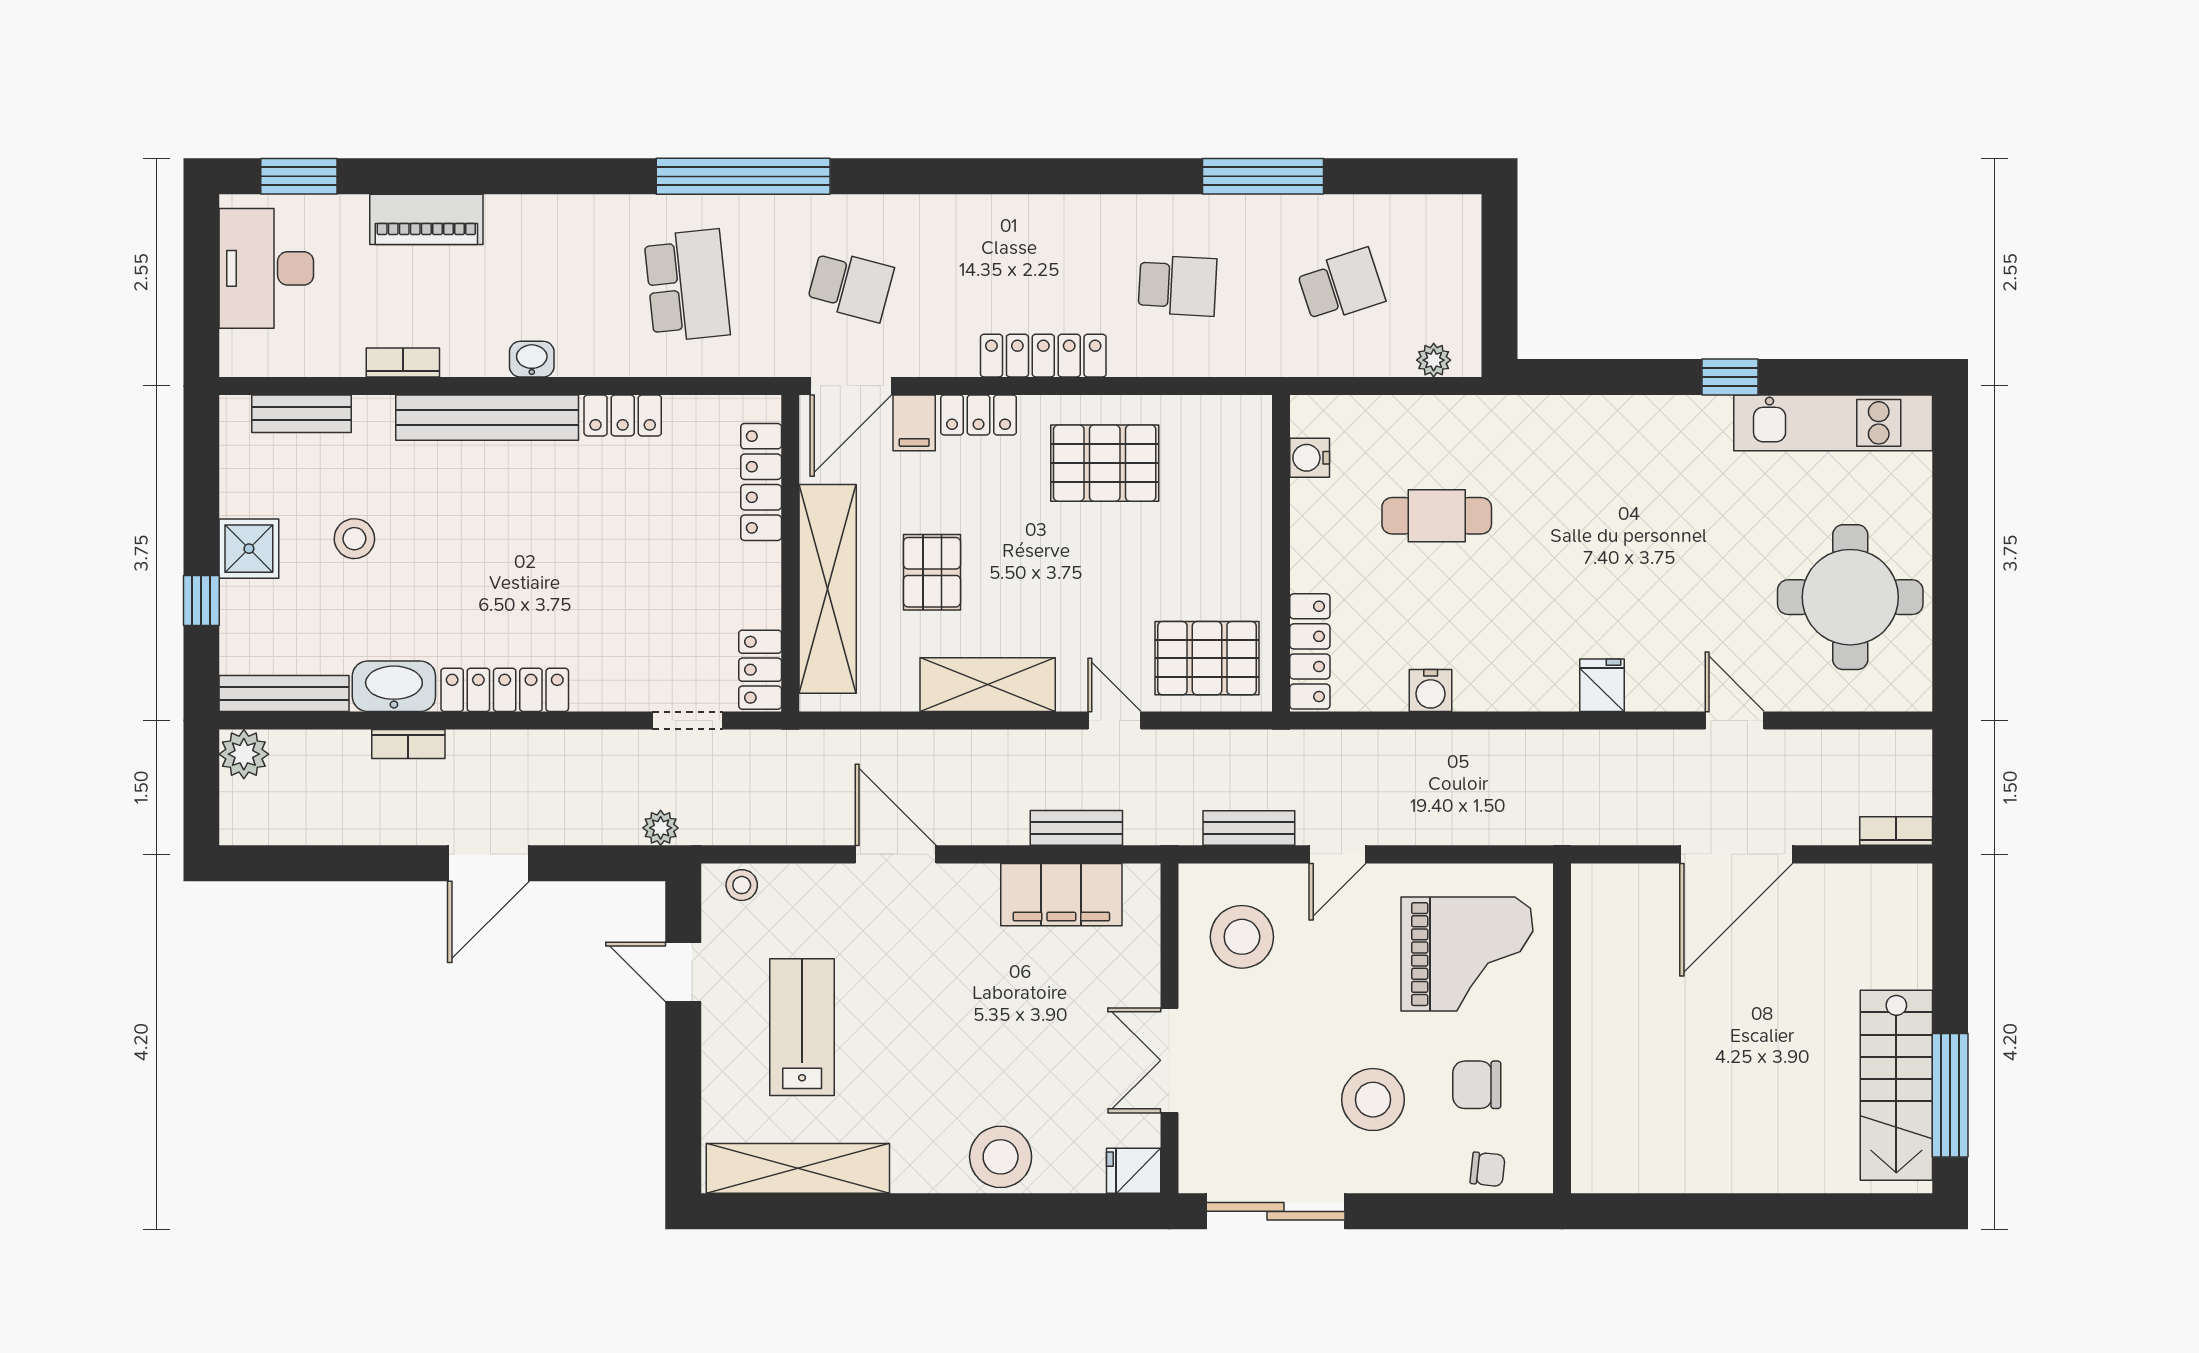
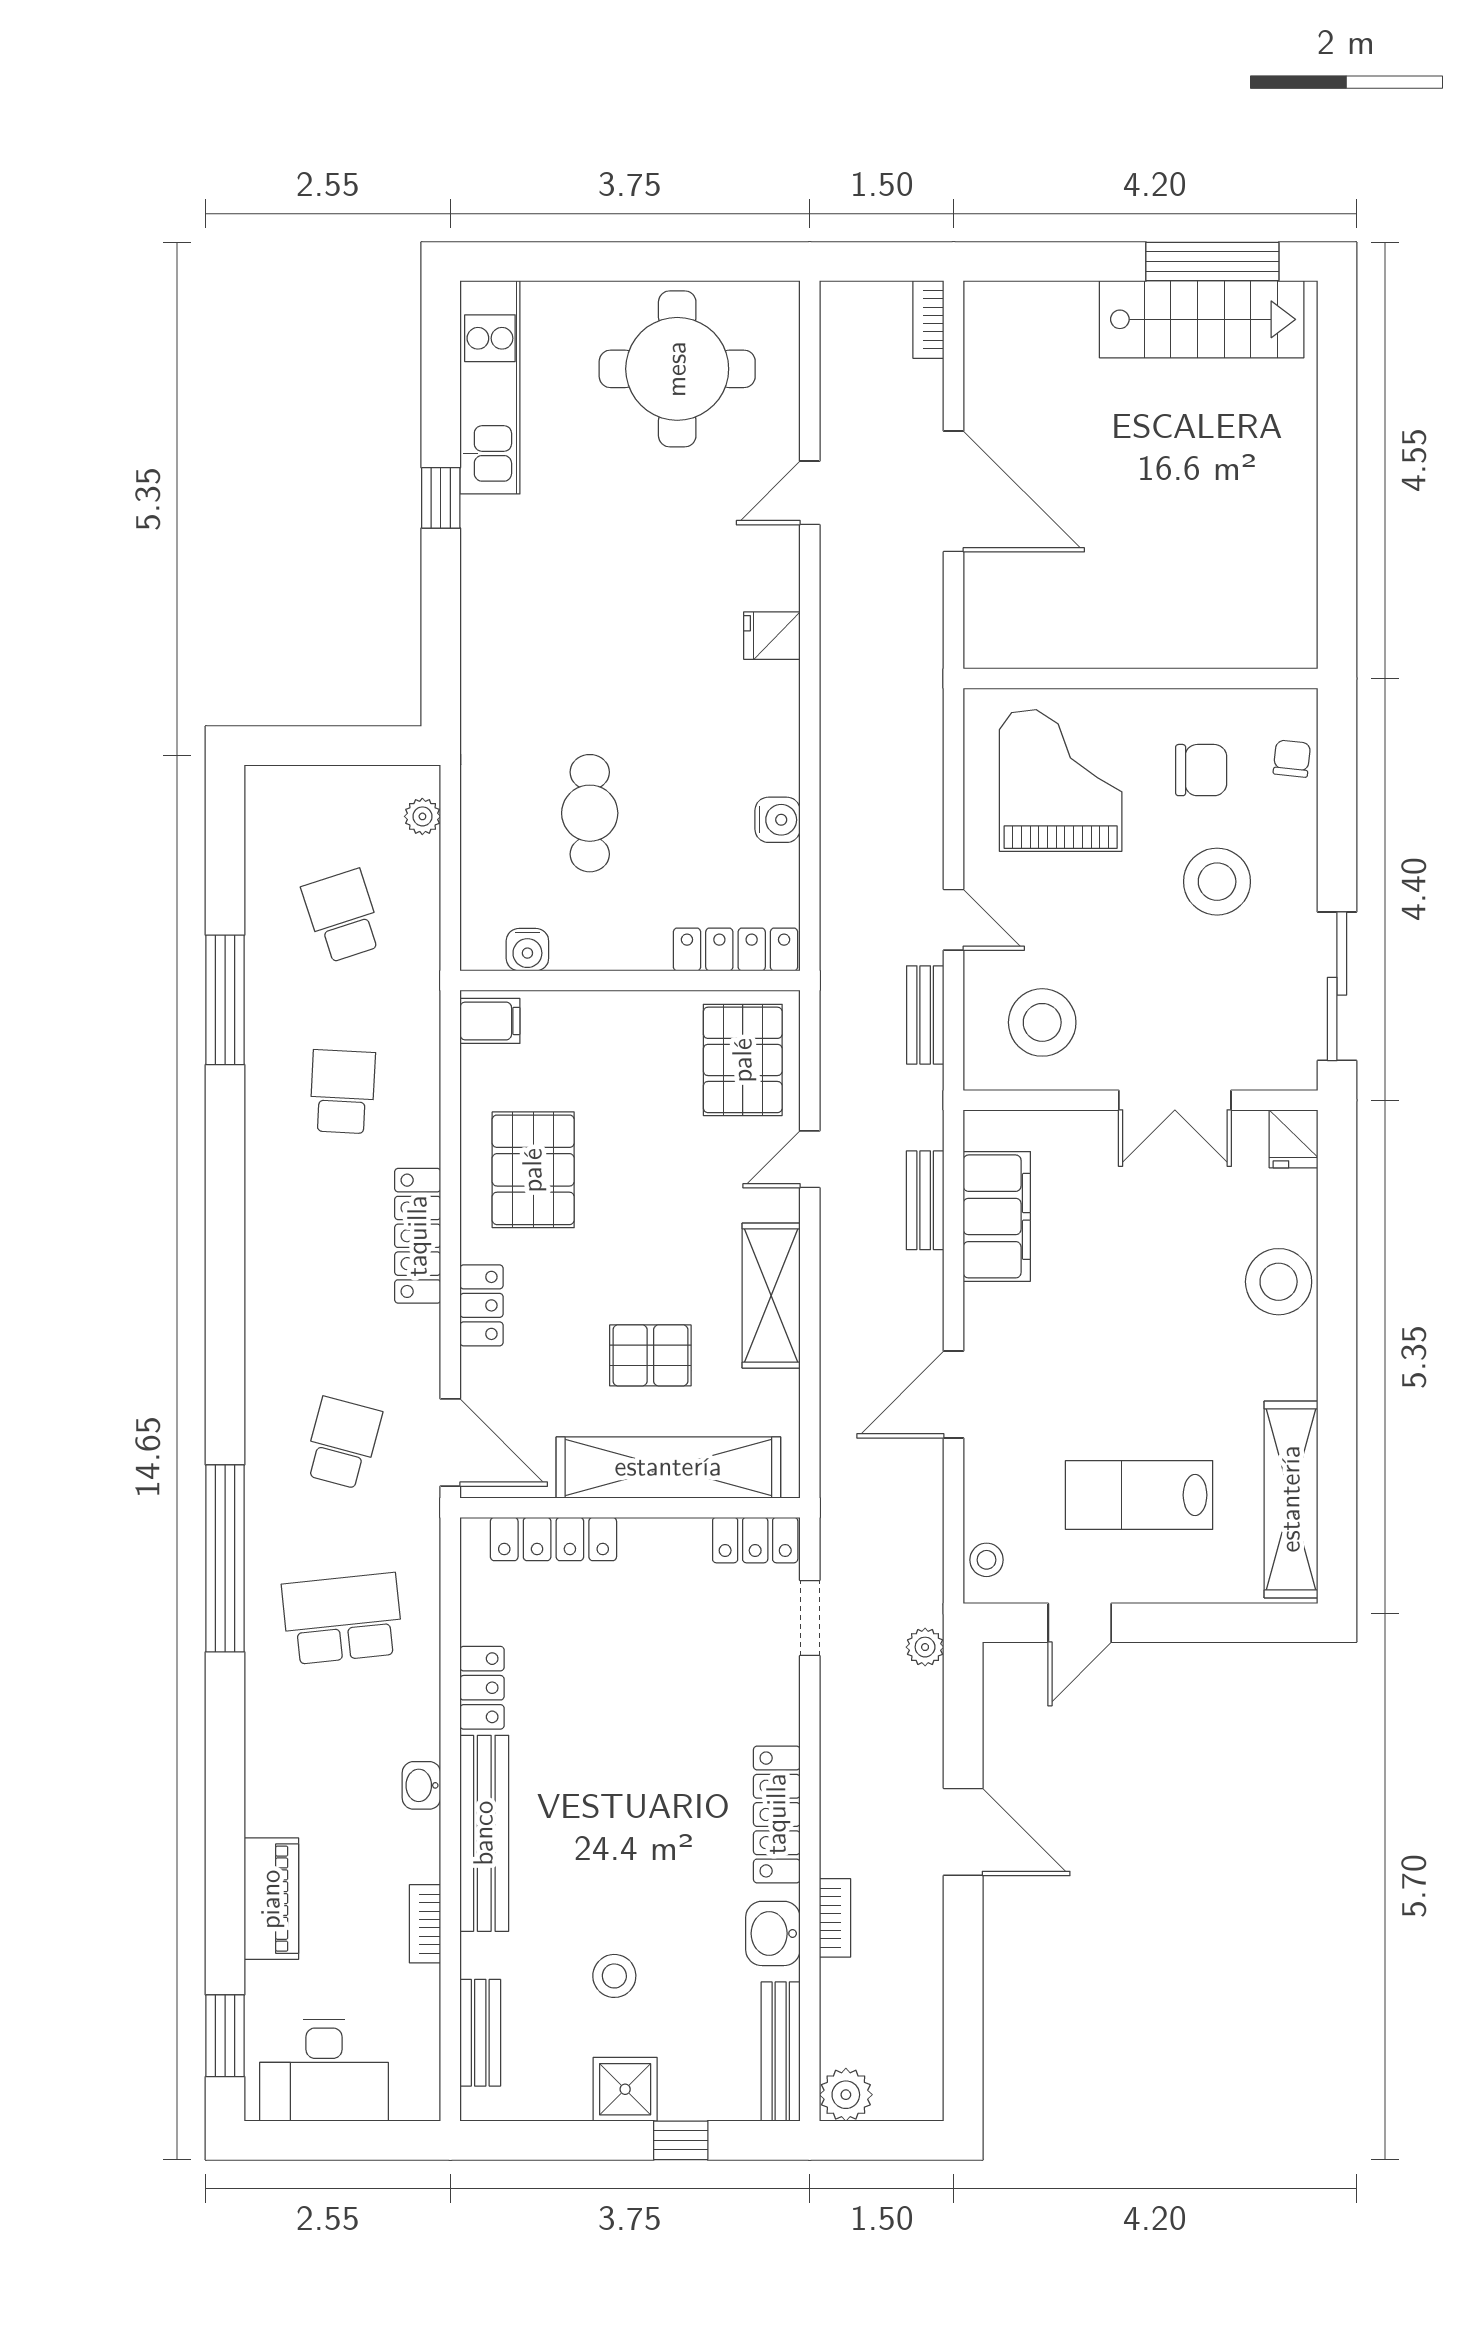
filing cabinet: (914, 423) -> (490, 1021), moved
washbasin: (394, 686) -> (773, 1933), width x0.72
chair: (1477, 1085) -> (1201, 770), turned -90

